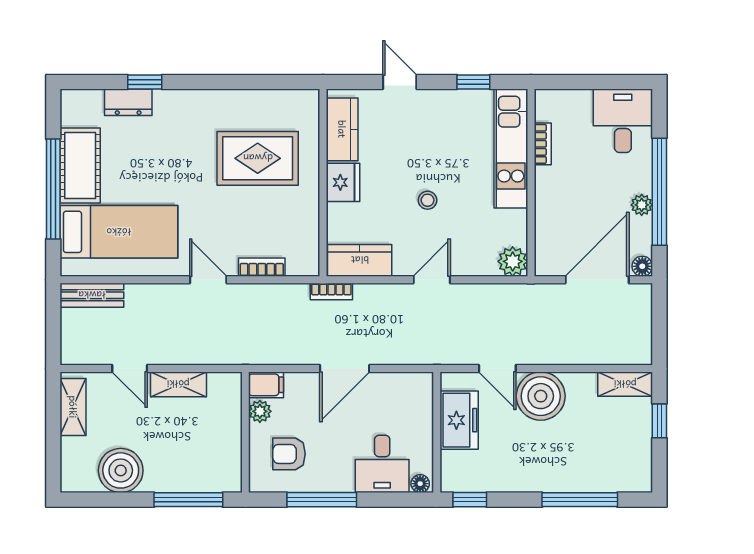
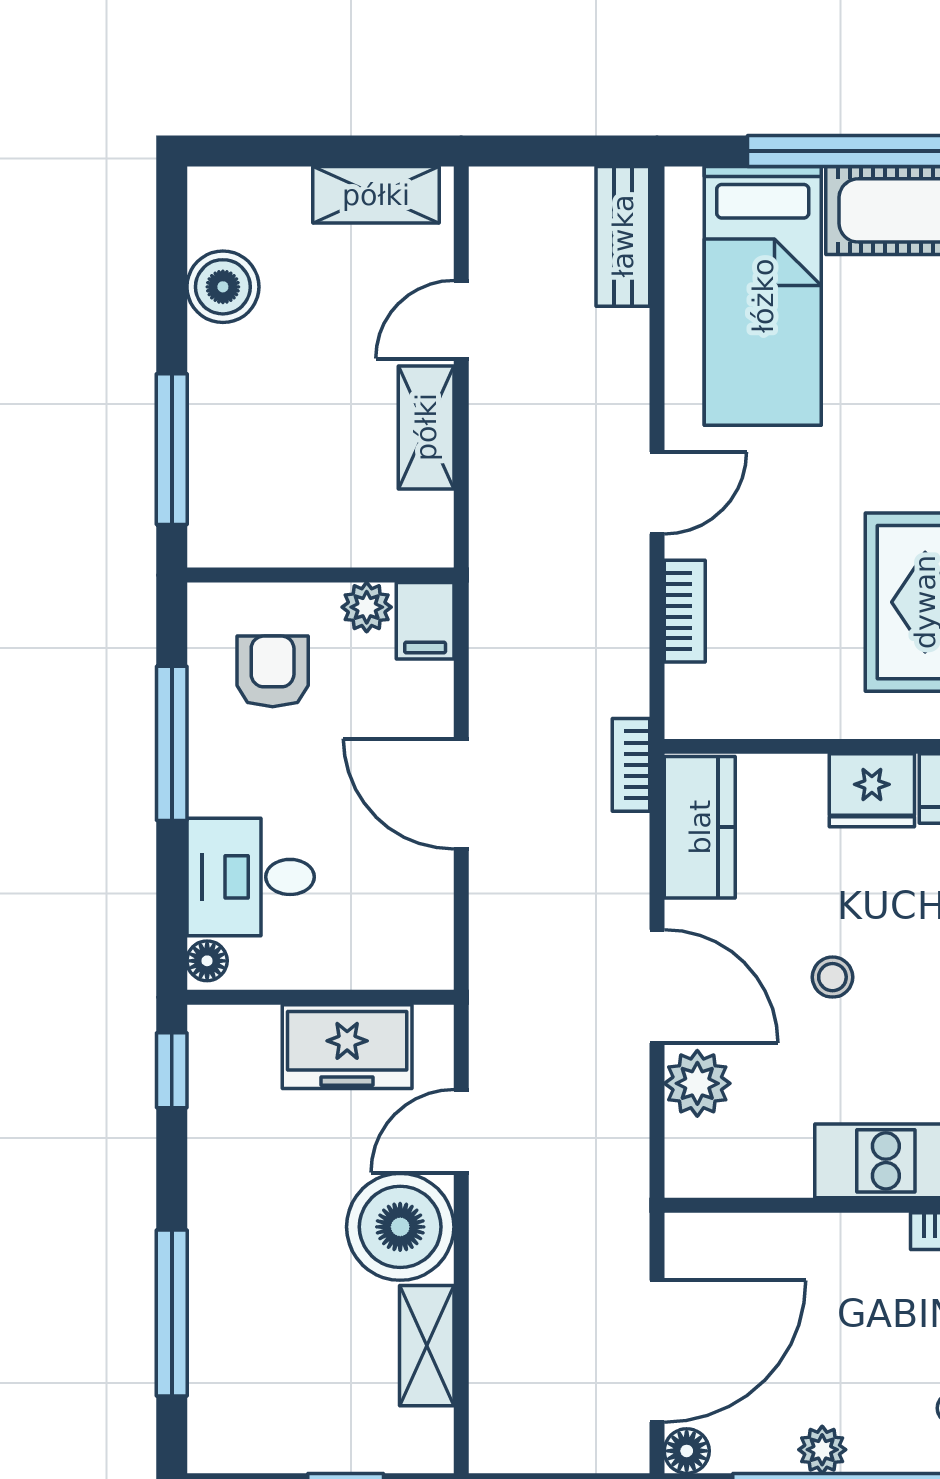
plant: (513, 261) -> (697, 1083), moved
door: (432, 280) -> (657, 986), width x1.37
door: (597, 280) -> (657, 1351), hinge flipped
shelving: (625, 384) -> (427, 1346), moved
boiler: (121, 470) -> (223, 287), width x0.73, depth x0.73

